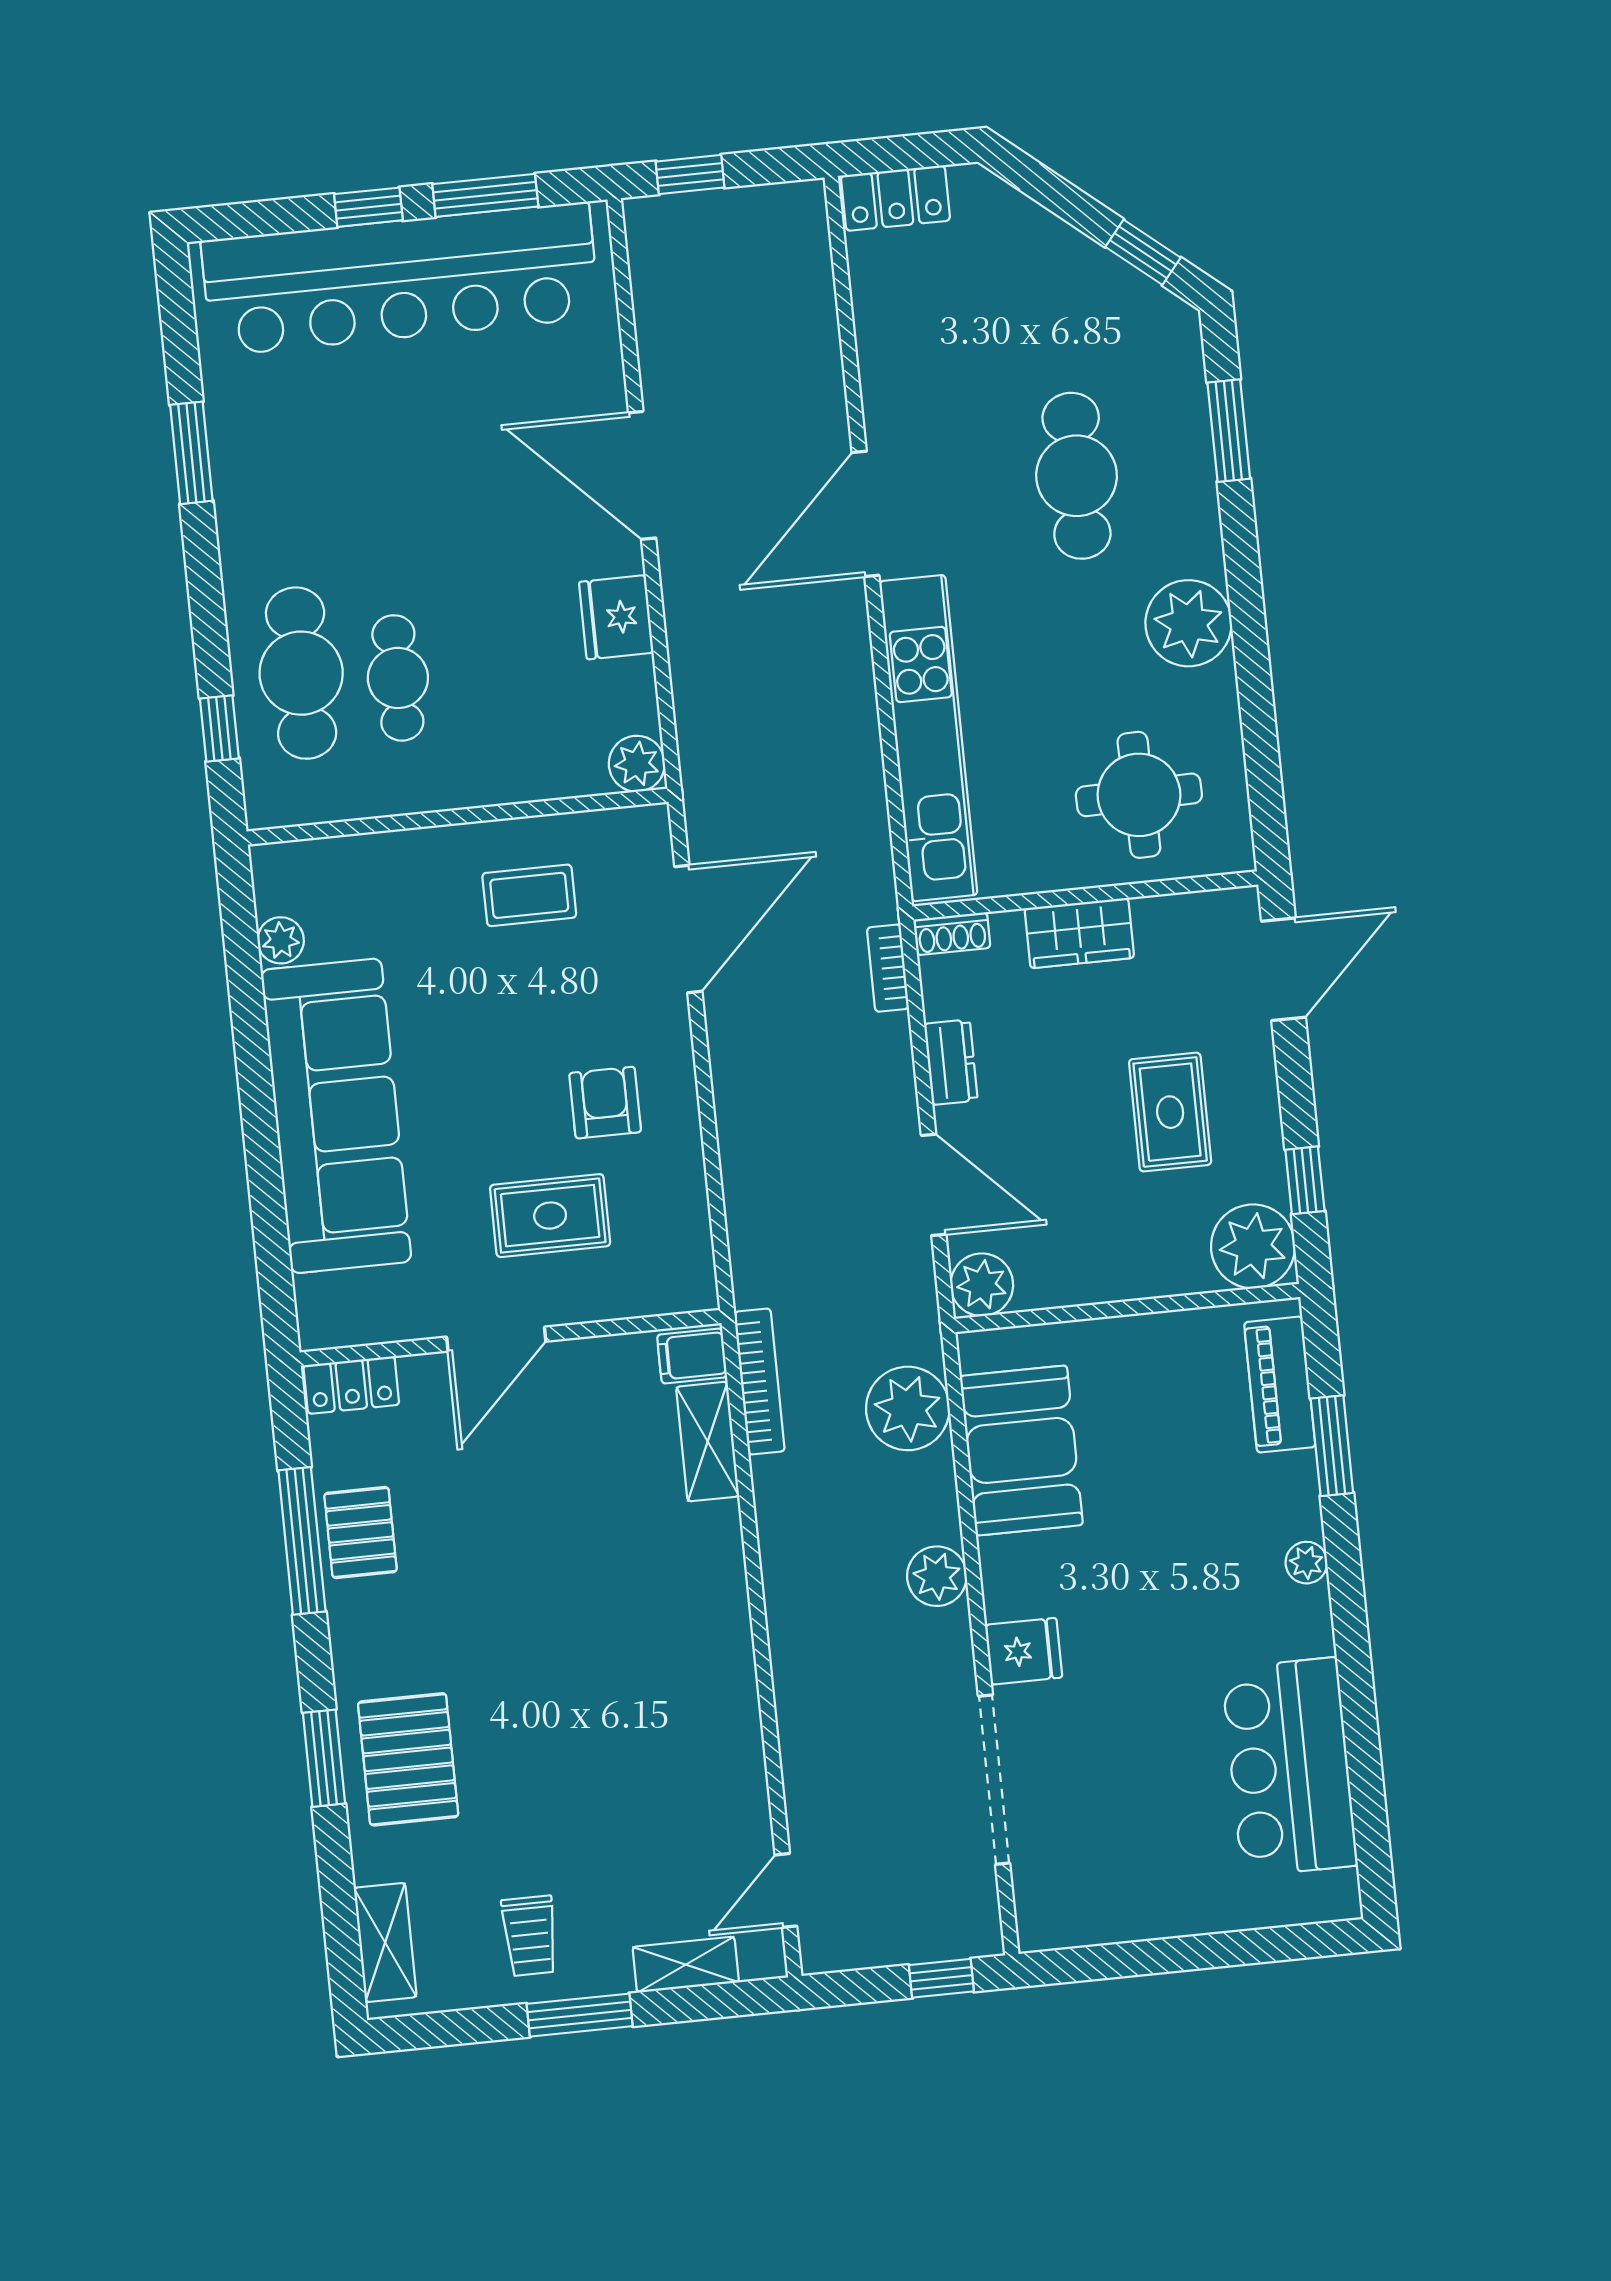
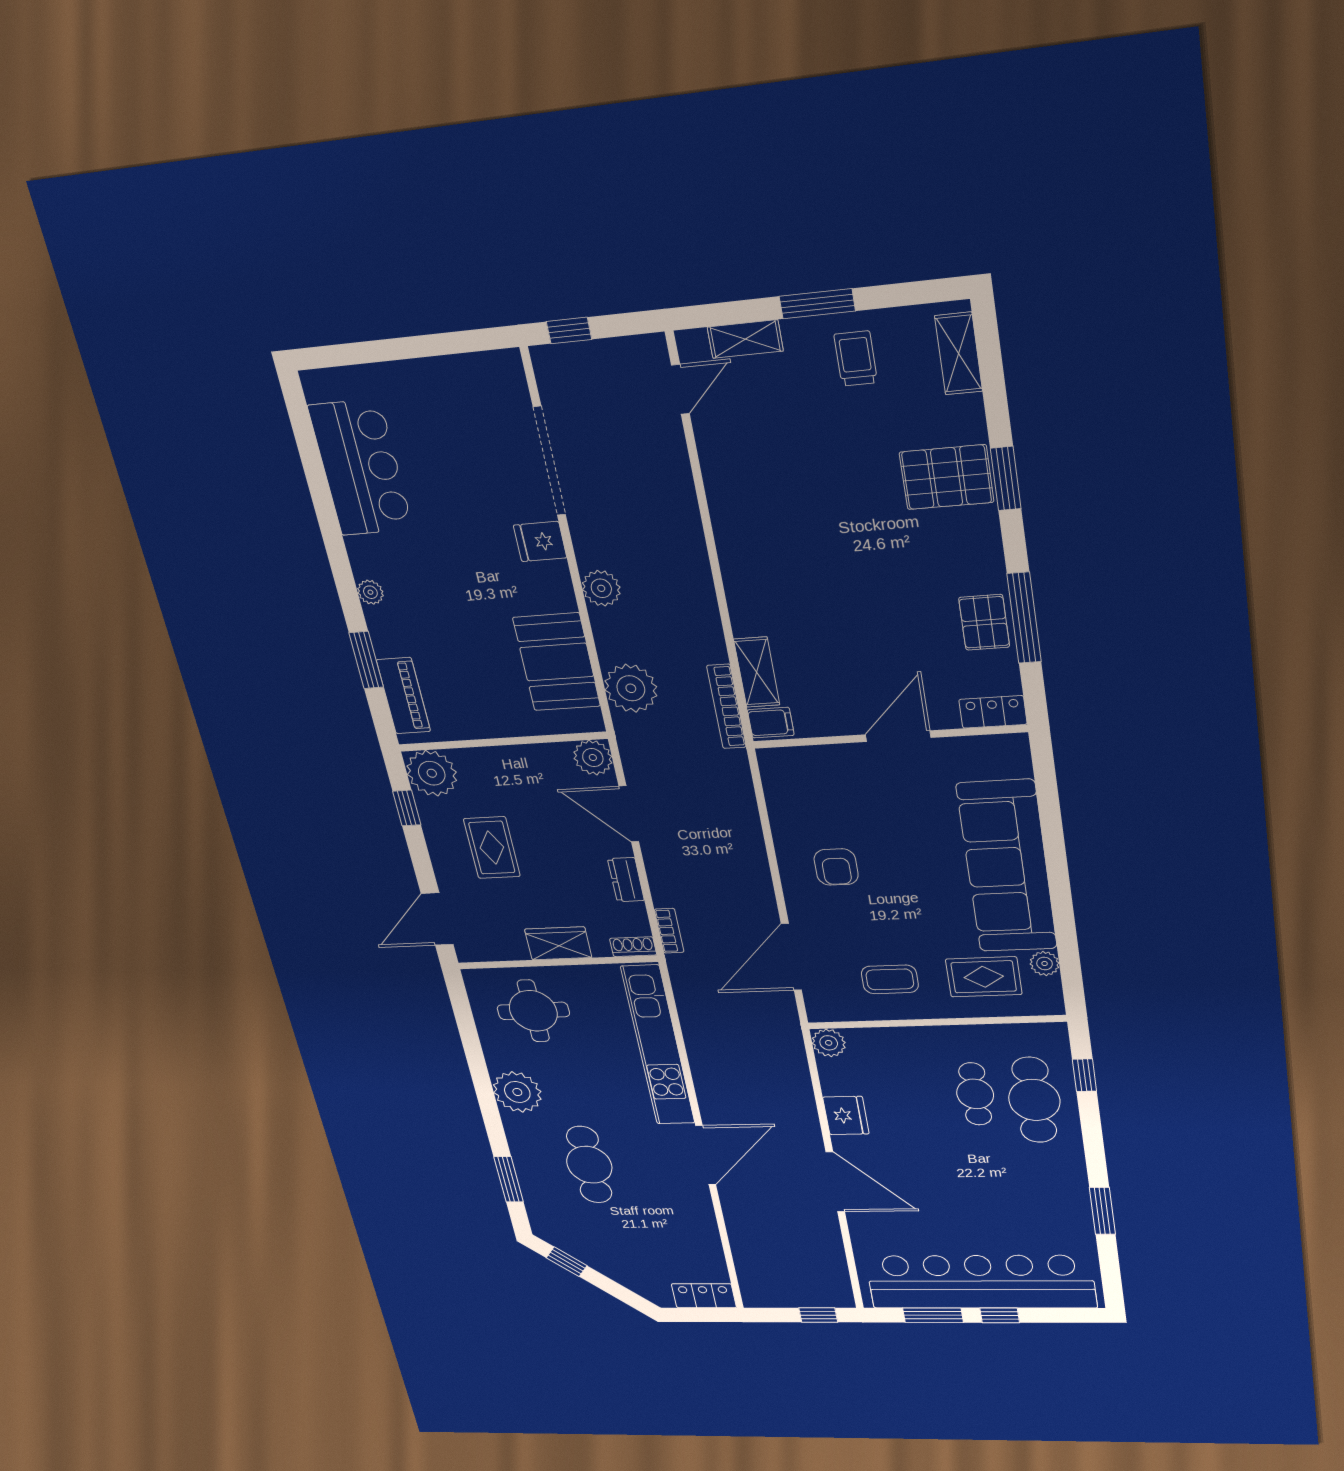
rug: (550, 1216) -> (984, 977), moved
pallet: (408, 1759) -> (947, 477), turned 90

